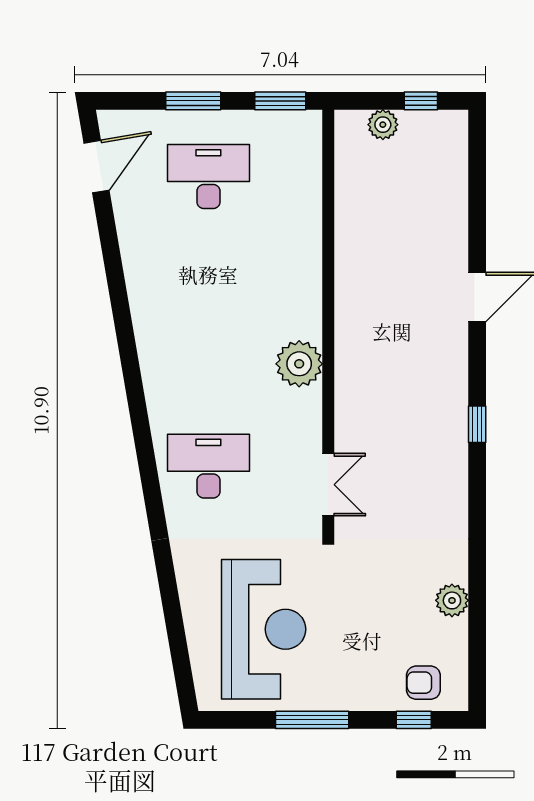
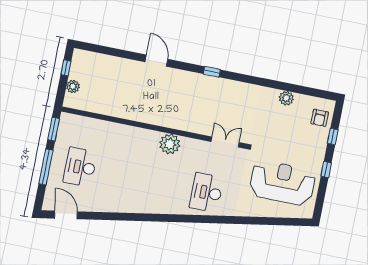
window: (193, 101) -> (46, 167), width x1.44
window: (312, 720) -> (326, 170), width x0.46
window: (414, 720) -> (333, 137), moved

